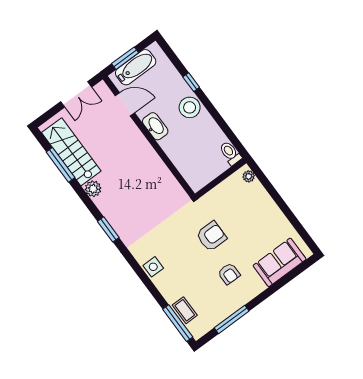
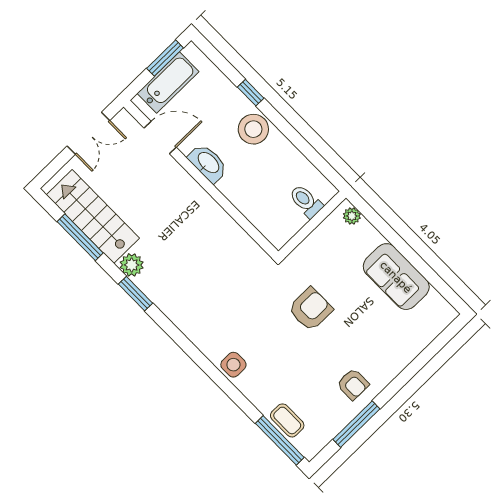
window: (125, 58) -> (165, 58), moved
toilet: (230, 153) -> (306, 201), moved
window: (108, 229) -> (136, 294), moved
sofa: (280, 262) -> (396, 277), moved, turned -90
armchair: (229, 274) -> (353, 384), moved

